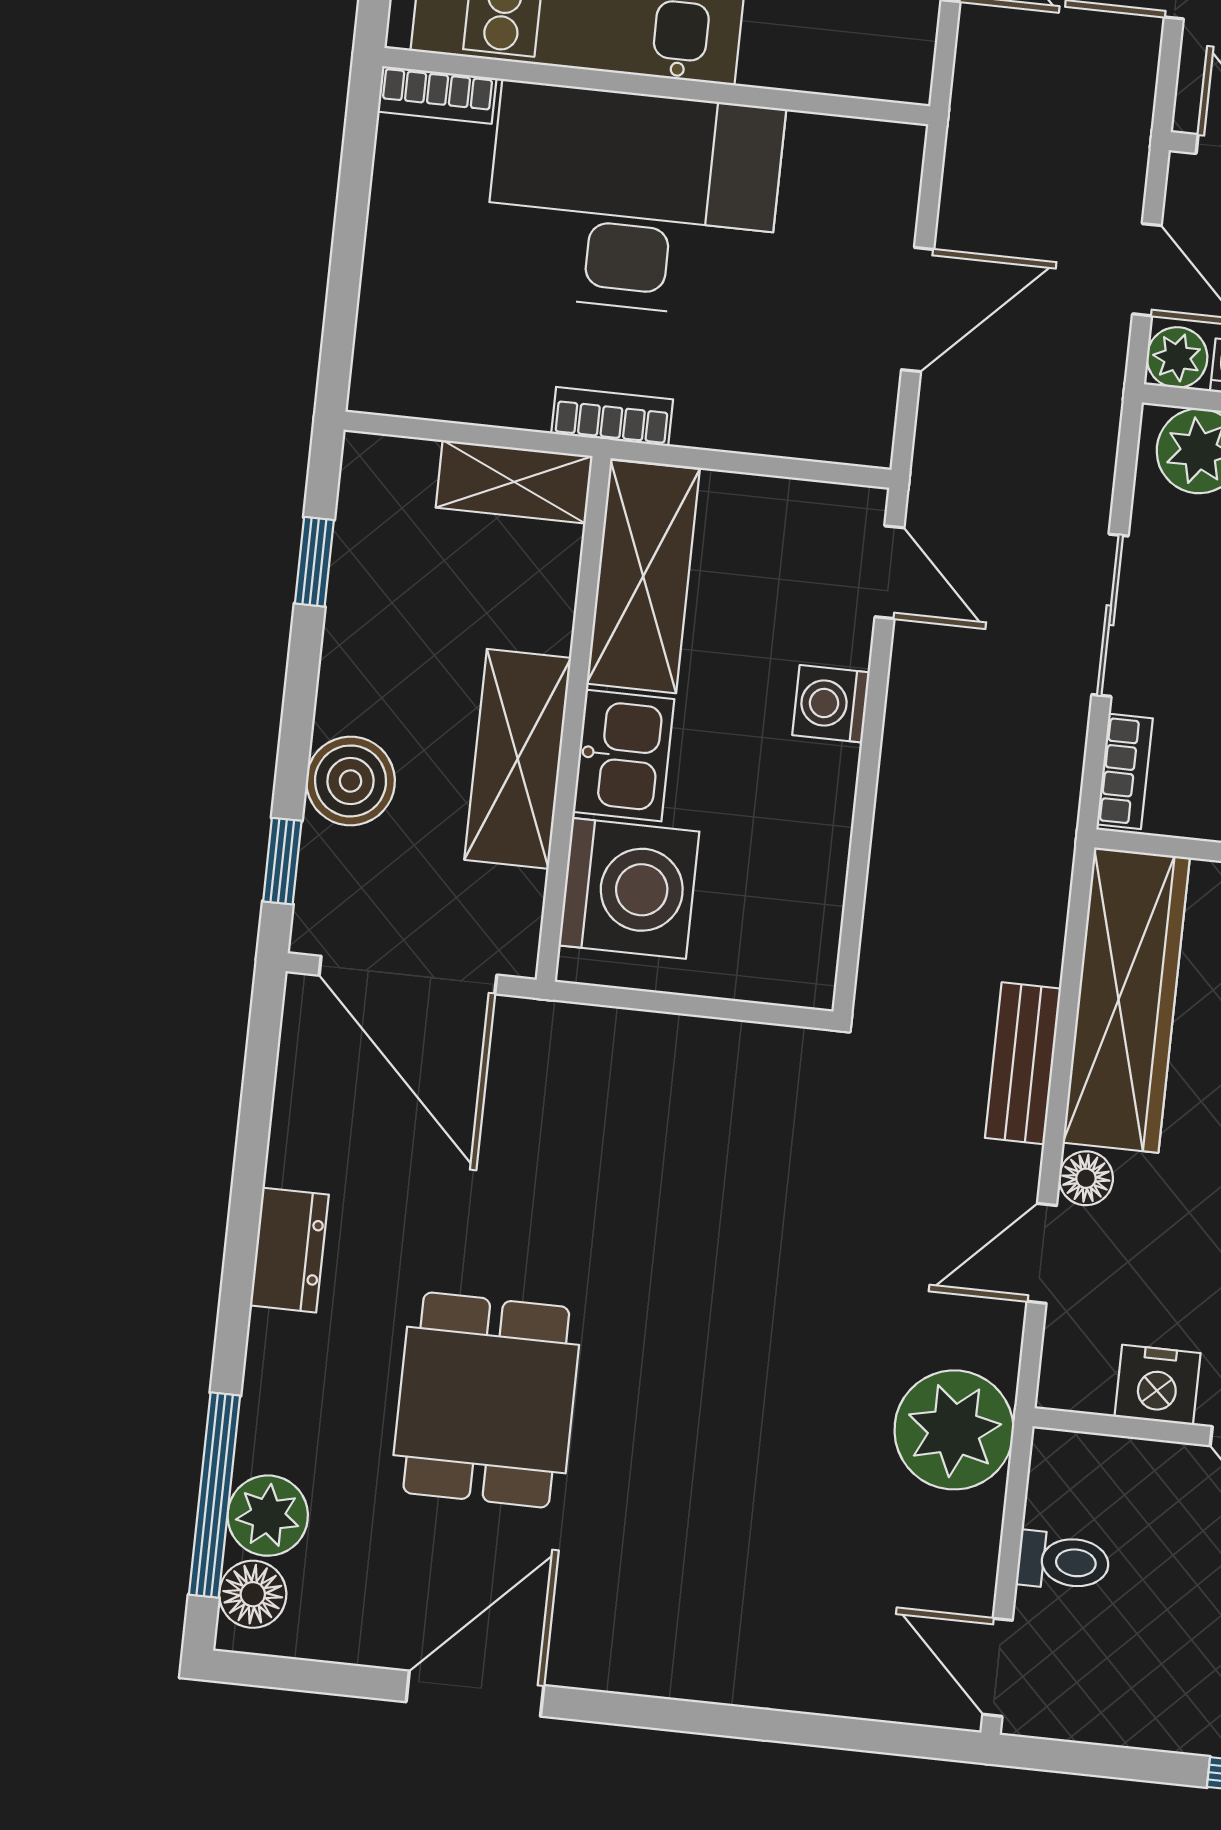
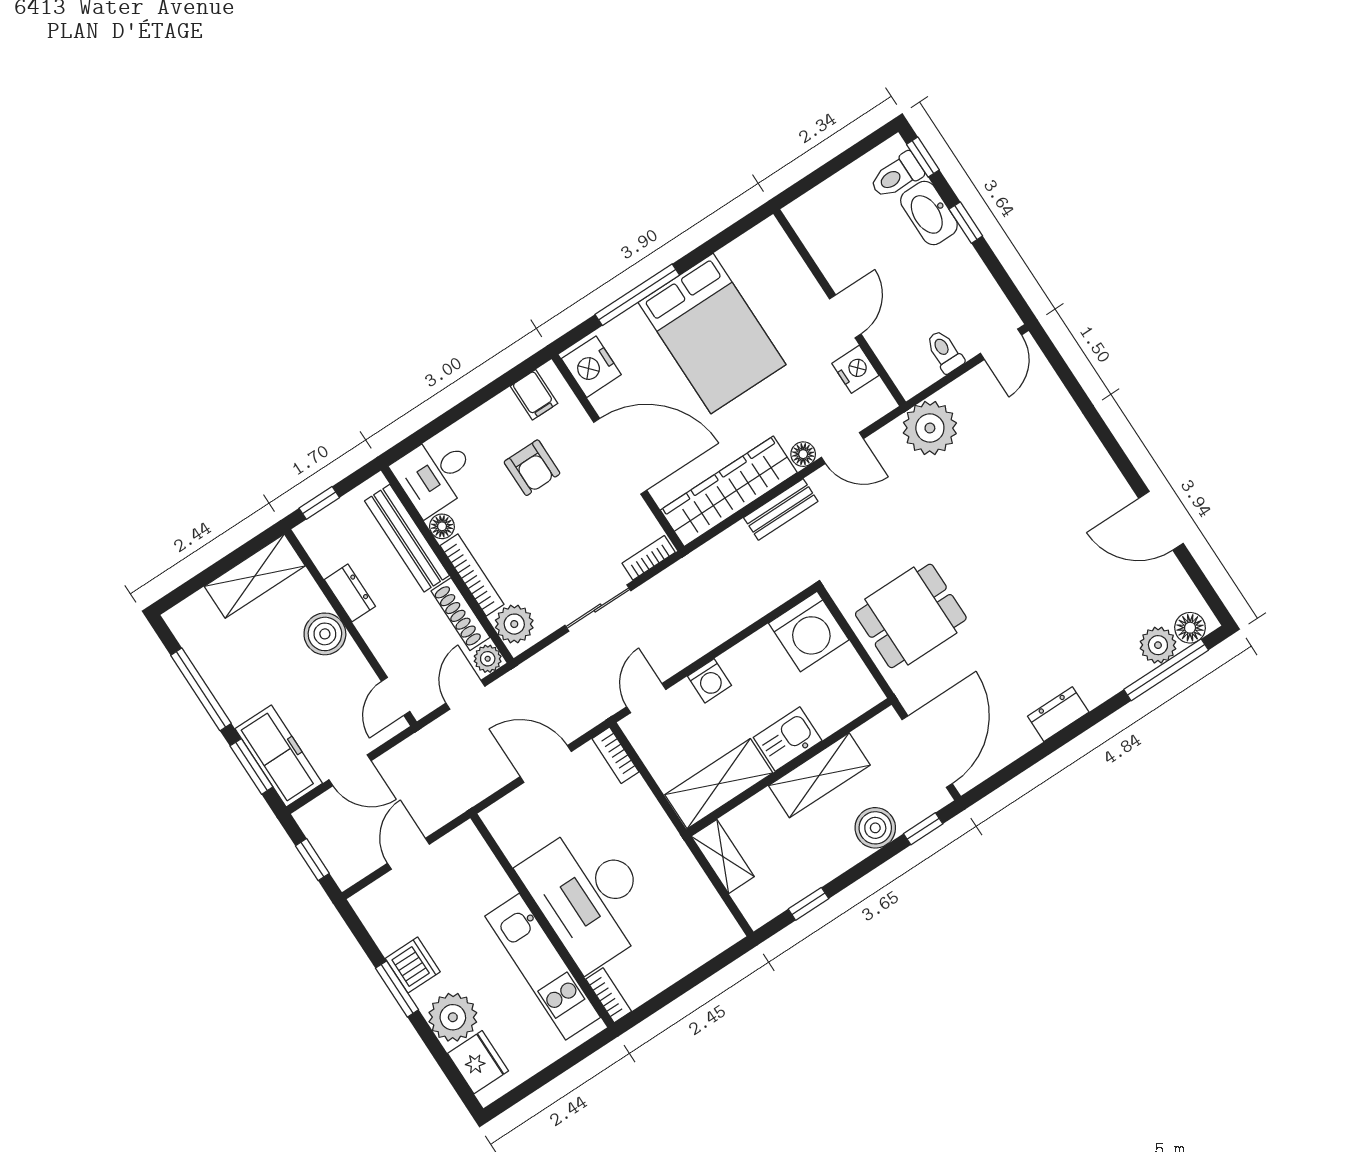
bookcase: (612, 416) -> (615, 755), moved
washing machine: (629, 888) -> (809, 632), moved, turned 180
dining table: (486, 1400) -> (911, 616), moved

